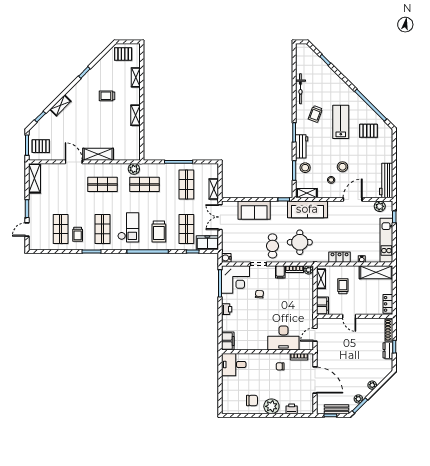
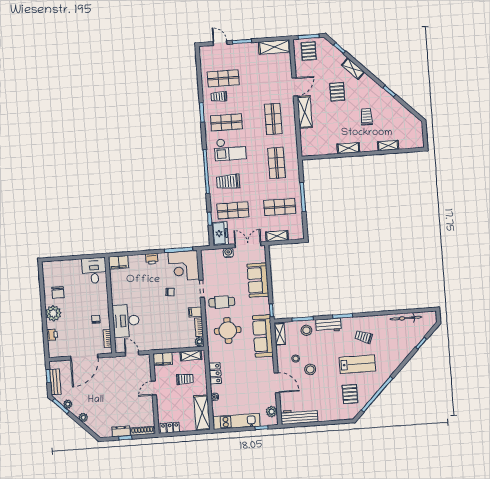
pallet: (123, 54) -> (337, 92), moved
bicycle: (300, 89) -> (406, 318), moved
plant: (134, 169) -> (292, 151), removed
water cooler: (226, 258) -> (228, 253), moved

